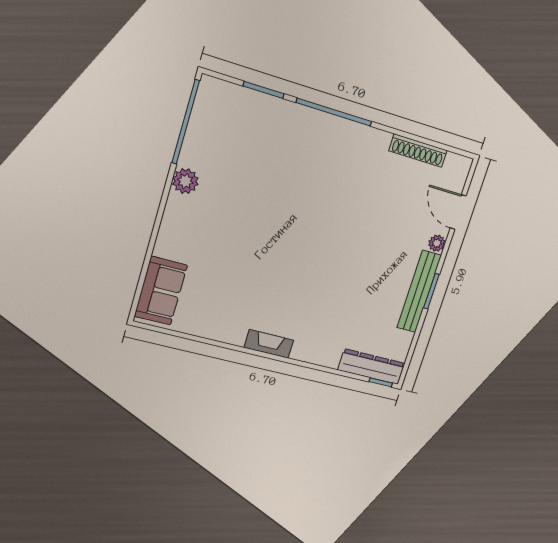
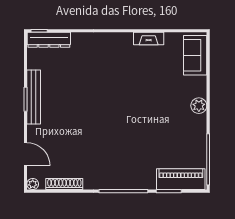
piano: (239, 103) -> (181, 179), added
plant: (185, 181) -> (199, 106), moved
plant: (437, 243) -> (33, 184), moved
fireplace: (269, 344) -> (149, 38), moved

